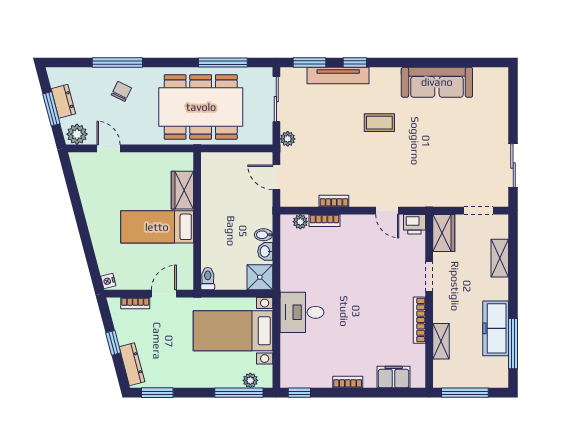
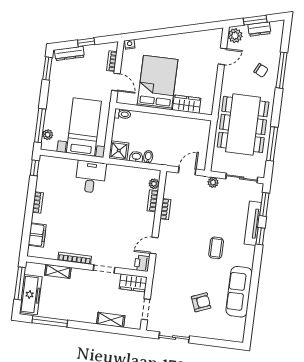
armchair: (459, 134) -> (201, 302), added
bed: (157, 227) -> (157, 83), width x1.50
freezer: (496, 328) -> (31, 295), moved, turned 90

